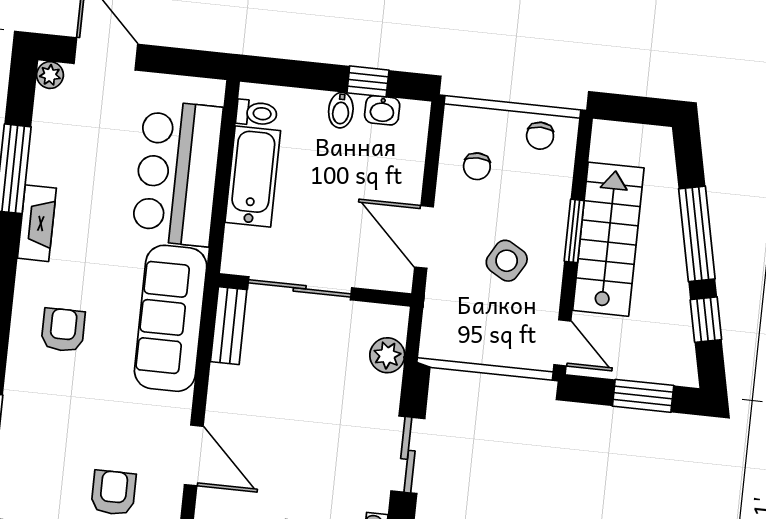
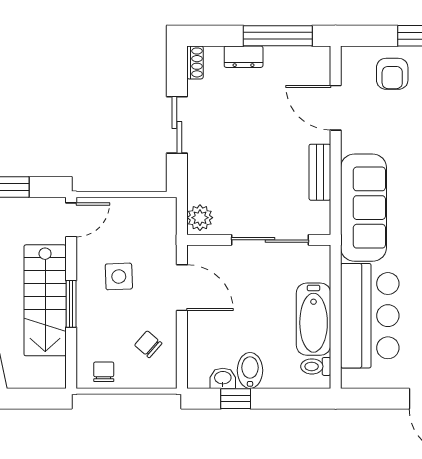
bidet: (341, 110) -> (250, 370), width x1.38, depth x1.36
chair: (477, 166) -> (148, 344), turned -49
side table: (507, 261) -> (119, 276), turned -32
bench: (229, 326) -> (320, 172), moved
door: (562, 343) -> (71, 220), swing flipped
plant: (387, 355) -> (200, 218), moved

